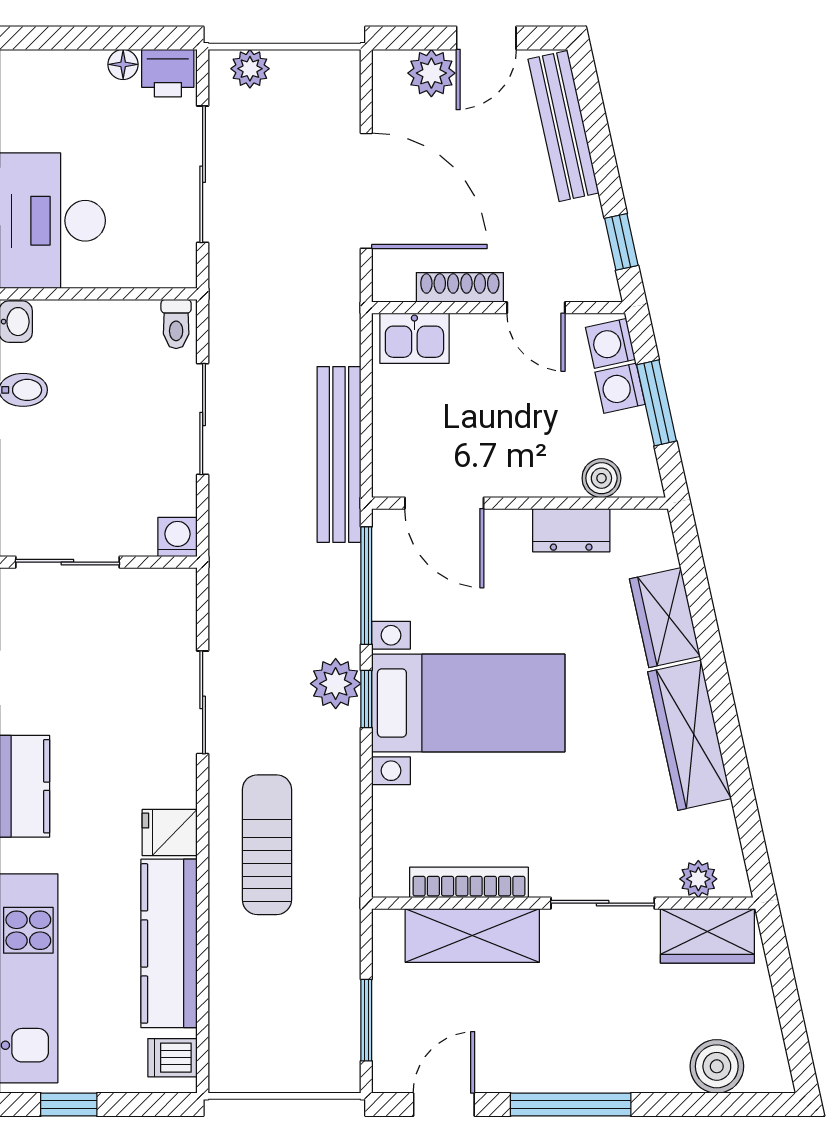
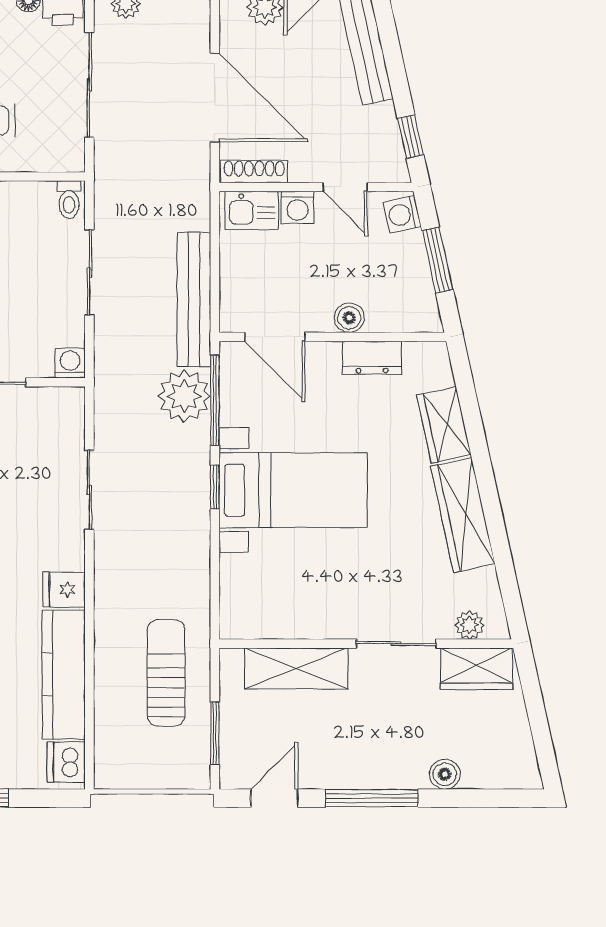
shoe rack: (460, 287) -> (254, 171), moved
washing machine: (620, 388) -> (297, 207), moved, turned -78
boiler: (601, 478) -> (349, 318), moved
plant: (336, 684) -> (184, 396), moved, width x1.36, depth x1.36
sun lounger: (267, 845) -> (166, 673), moved
bookcase: (469, 882) -> (294, 628), removed
dishwasher: (172, 1058) -> (66, 762), width x1.38
boiler: (717, 1066) -> (445, 774), moved, width x0.73, depth x0.73

